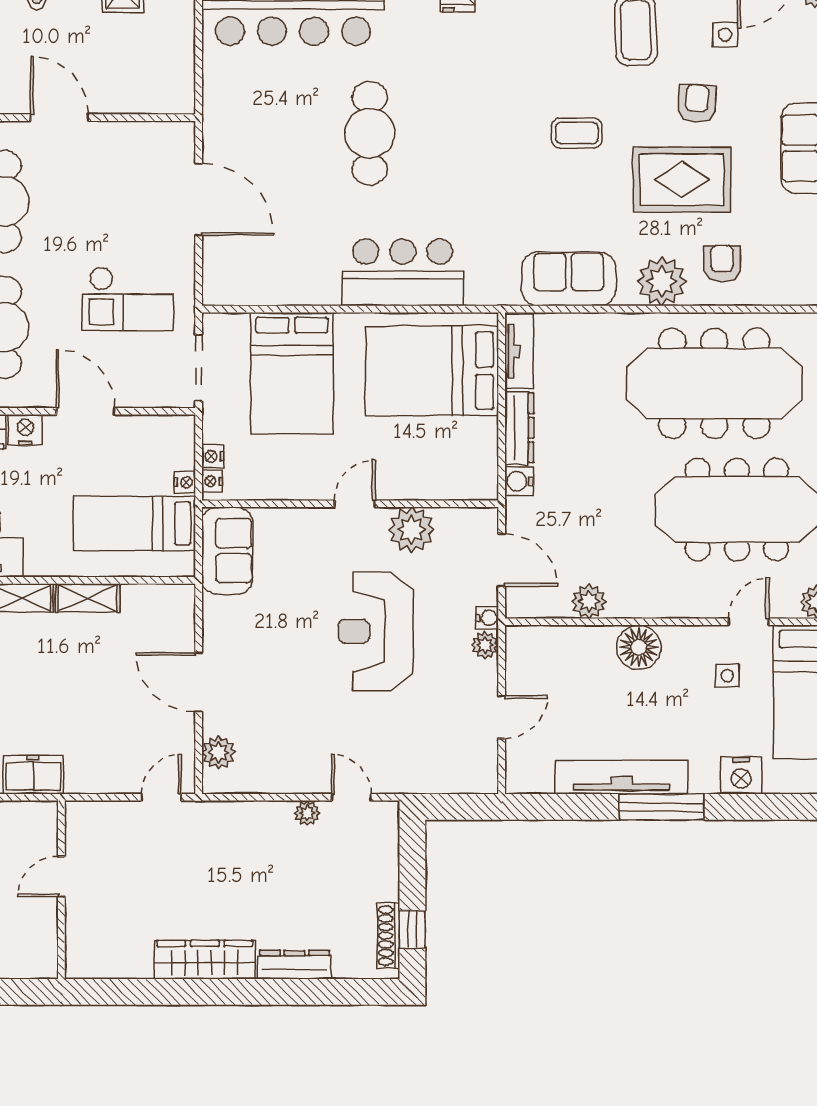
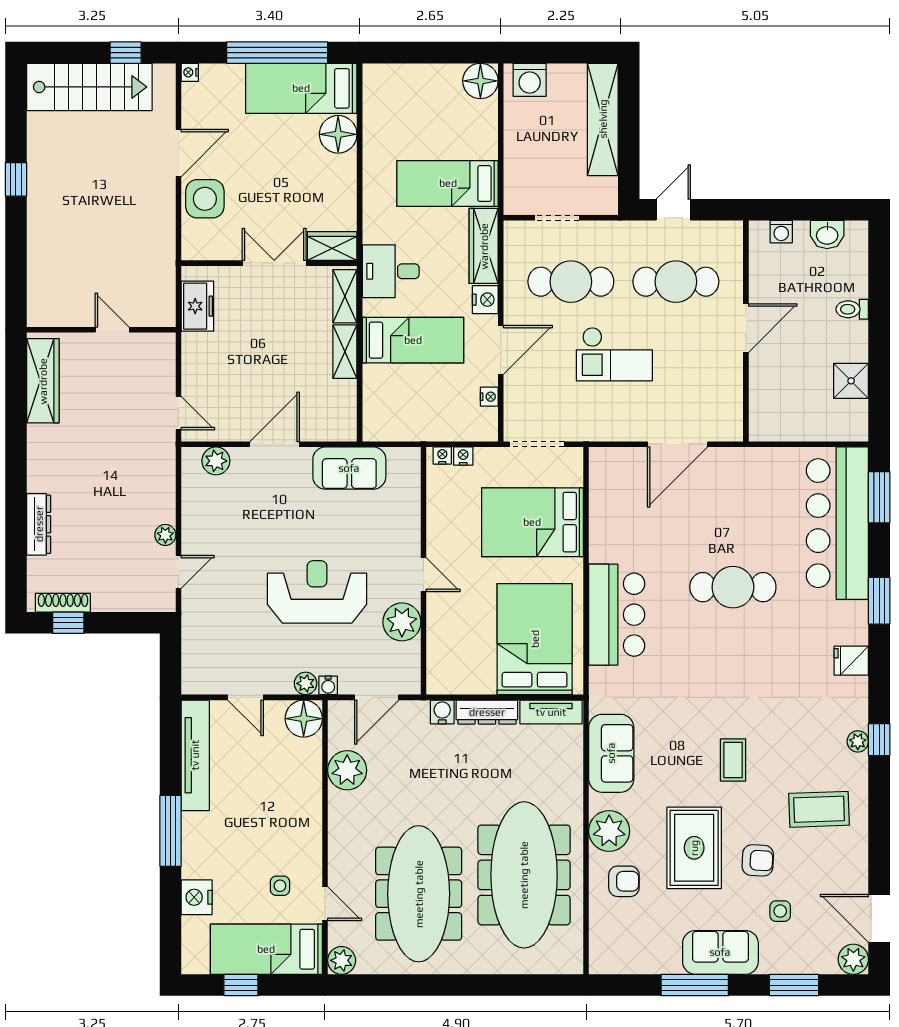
side table: (725, 35) -> (780, 911), moved
checkout: (128, 299) -> (614, 354), moved, turned -90
nightstand: (185, 482) -> (489, 397), moved, turned -90
bed: (135, 524) -> (413, 340), moved, turned 90
sofa: (227, 551) -> (349, 468), moved
plant: (589, 601) -> (347, 770), width x1.36, depth x1.36
floor lamp: (639, 647) -> (304, 719), moved
tv unit: (622, 777) -> (195, 755), moved
wardrobe: (205, 960) -> (43, 381), moved

